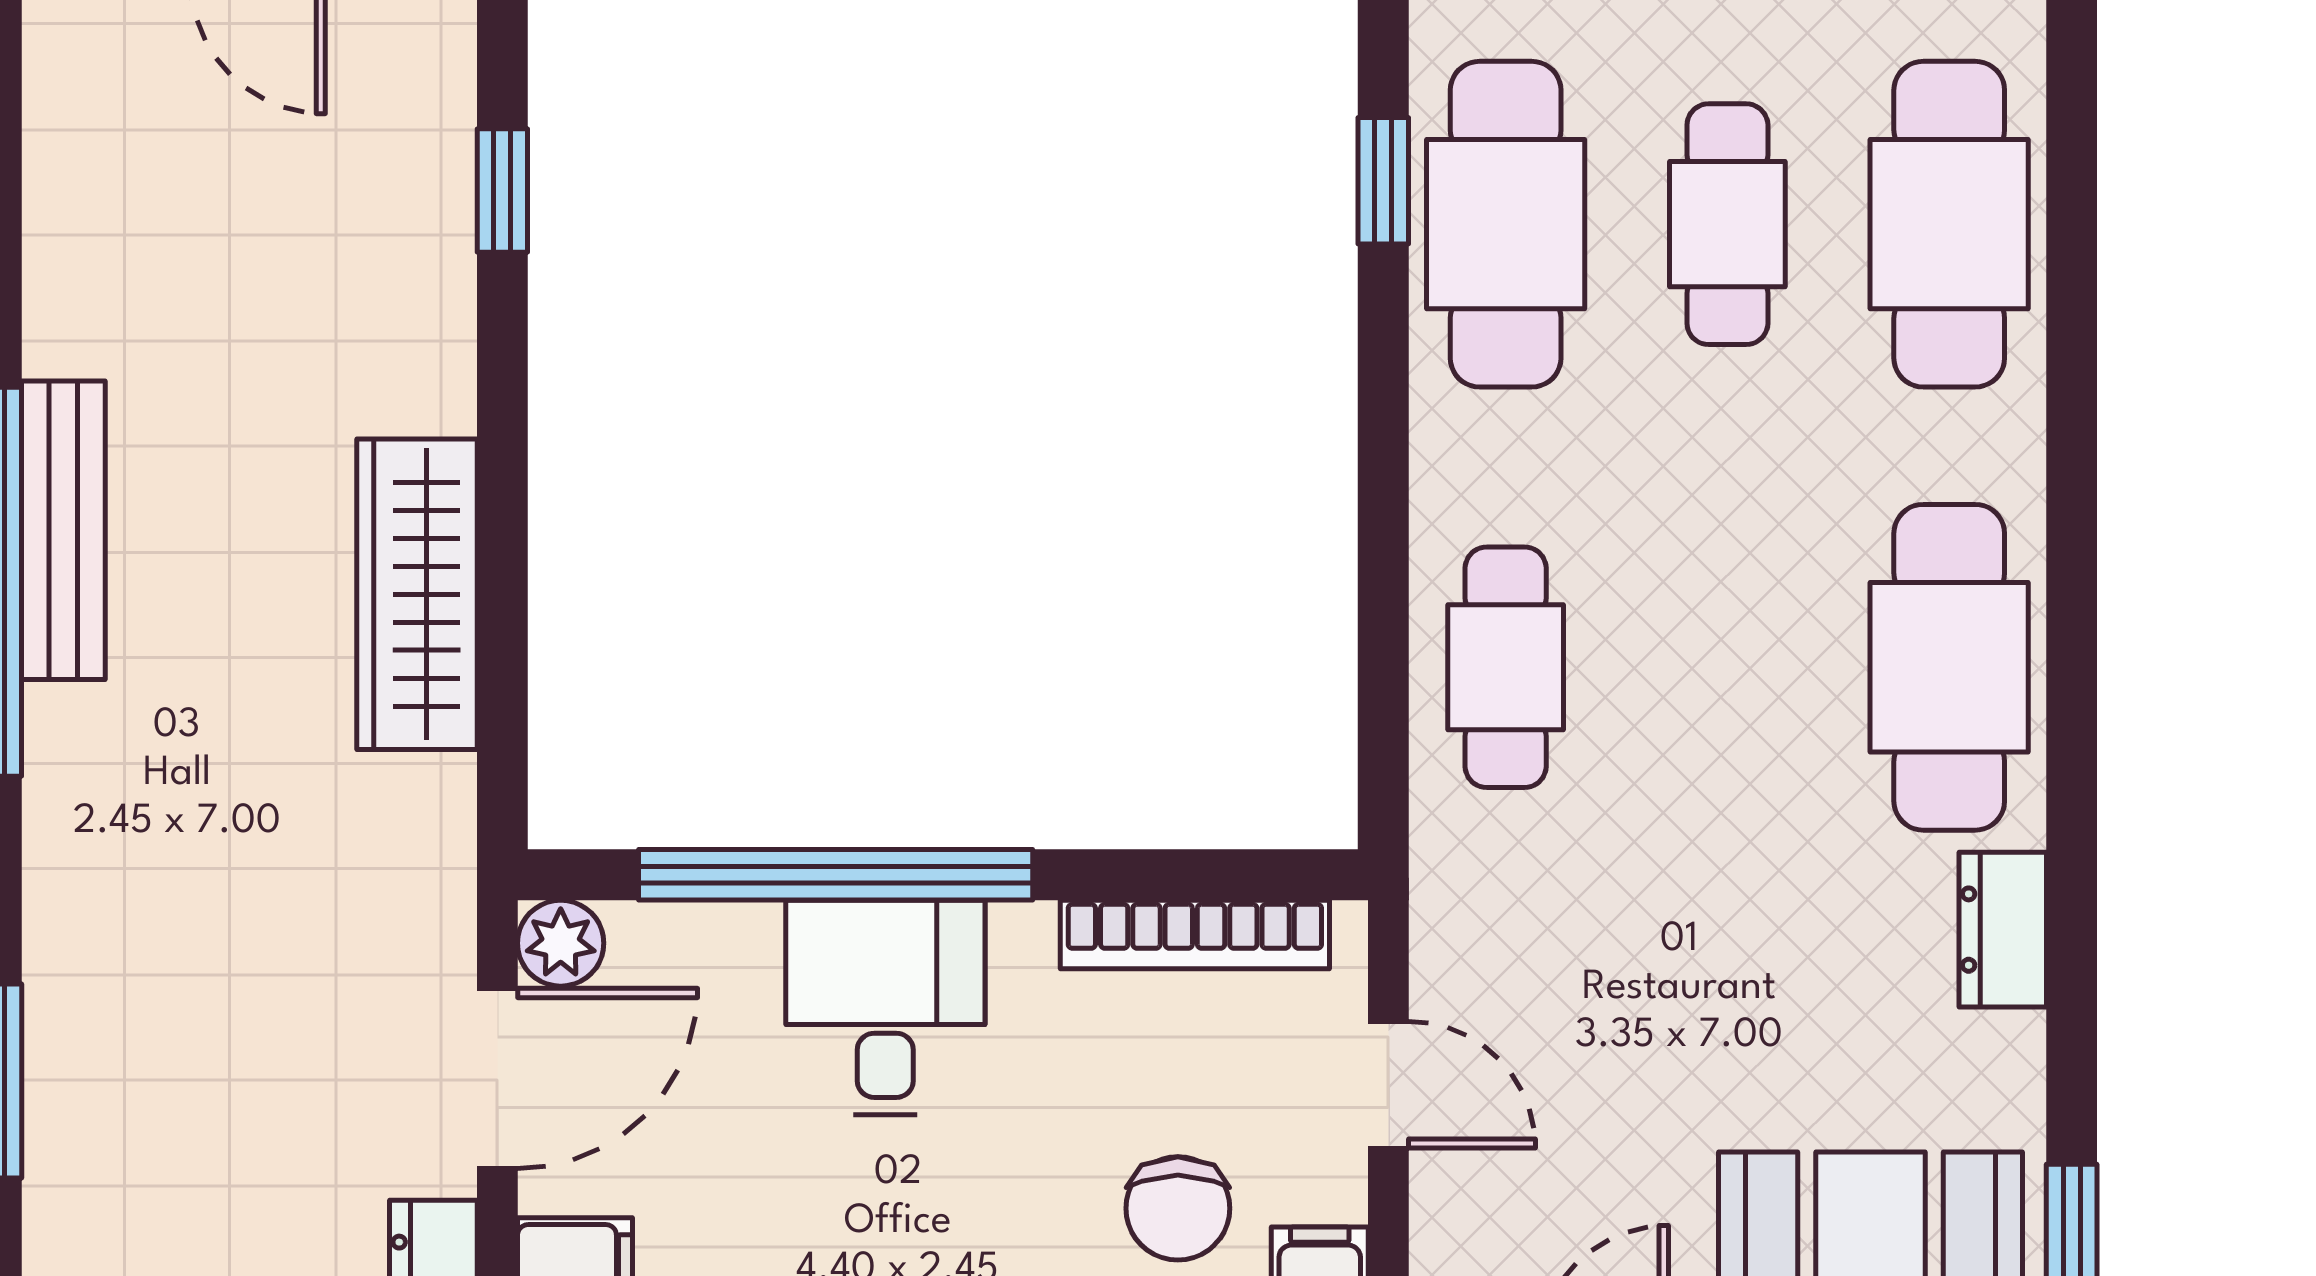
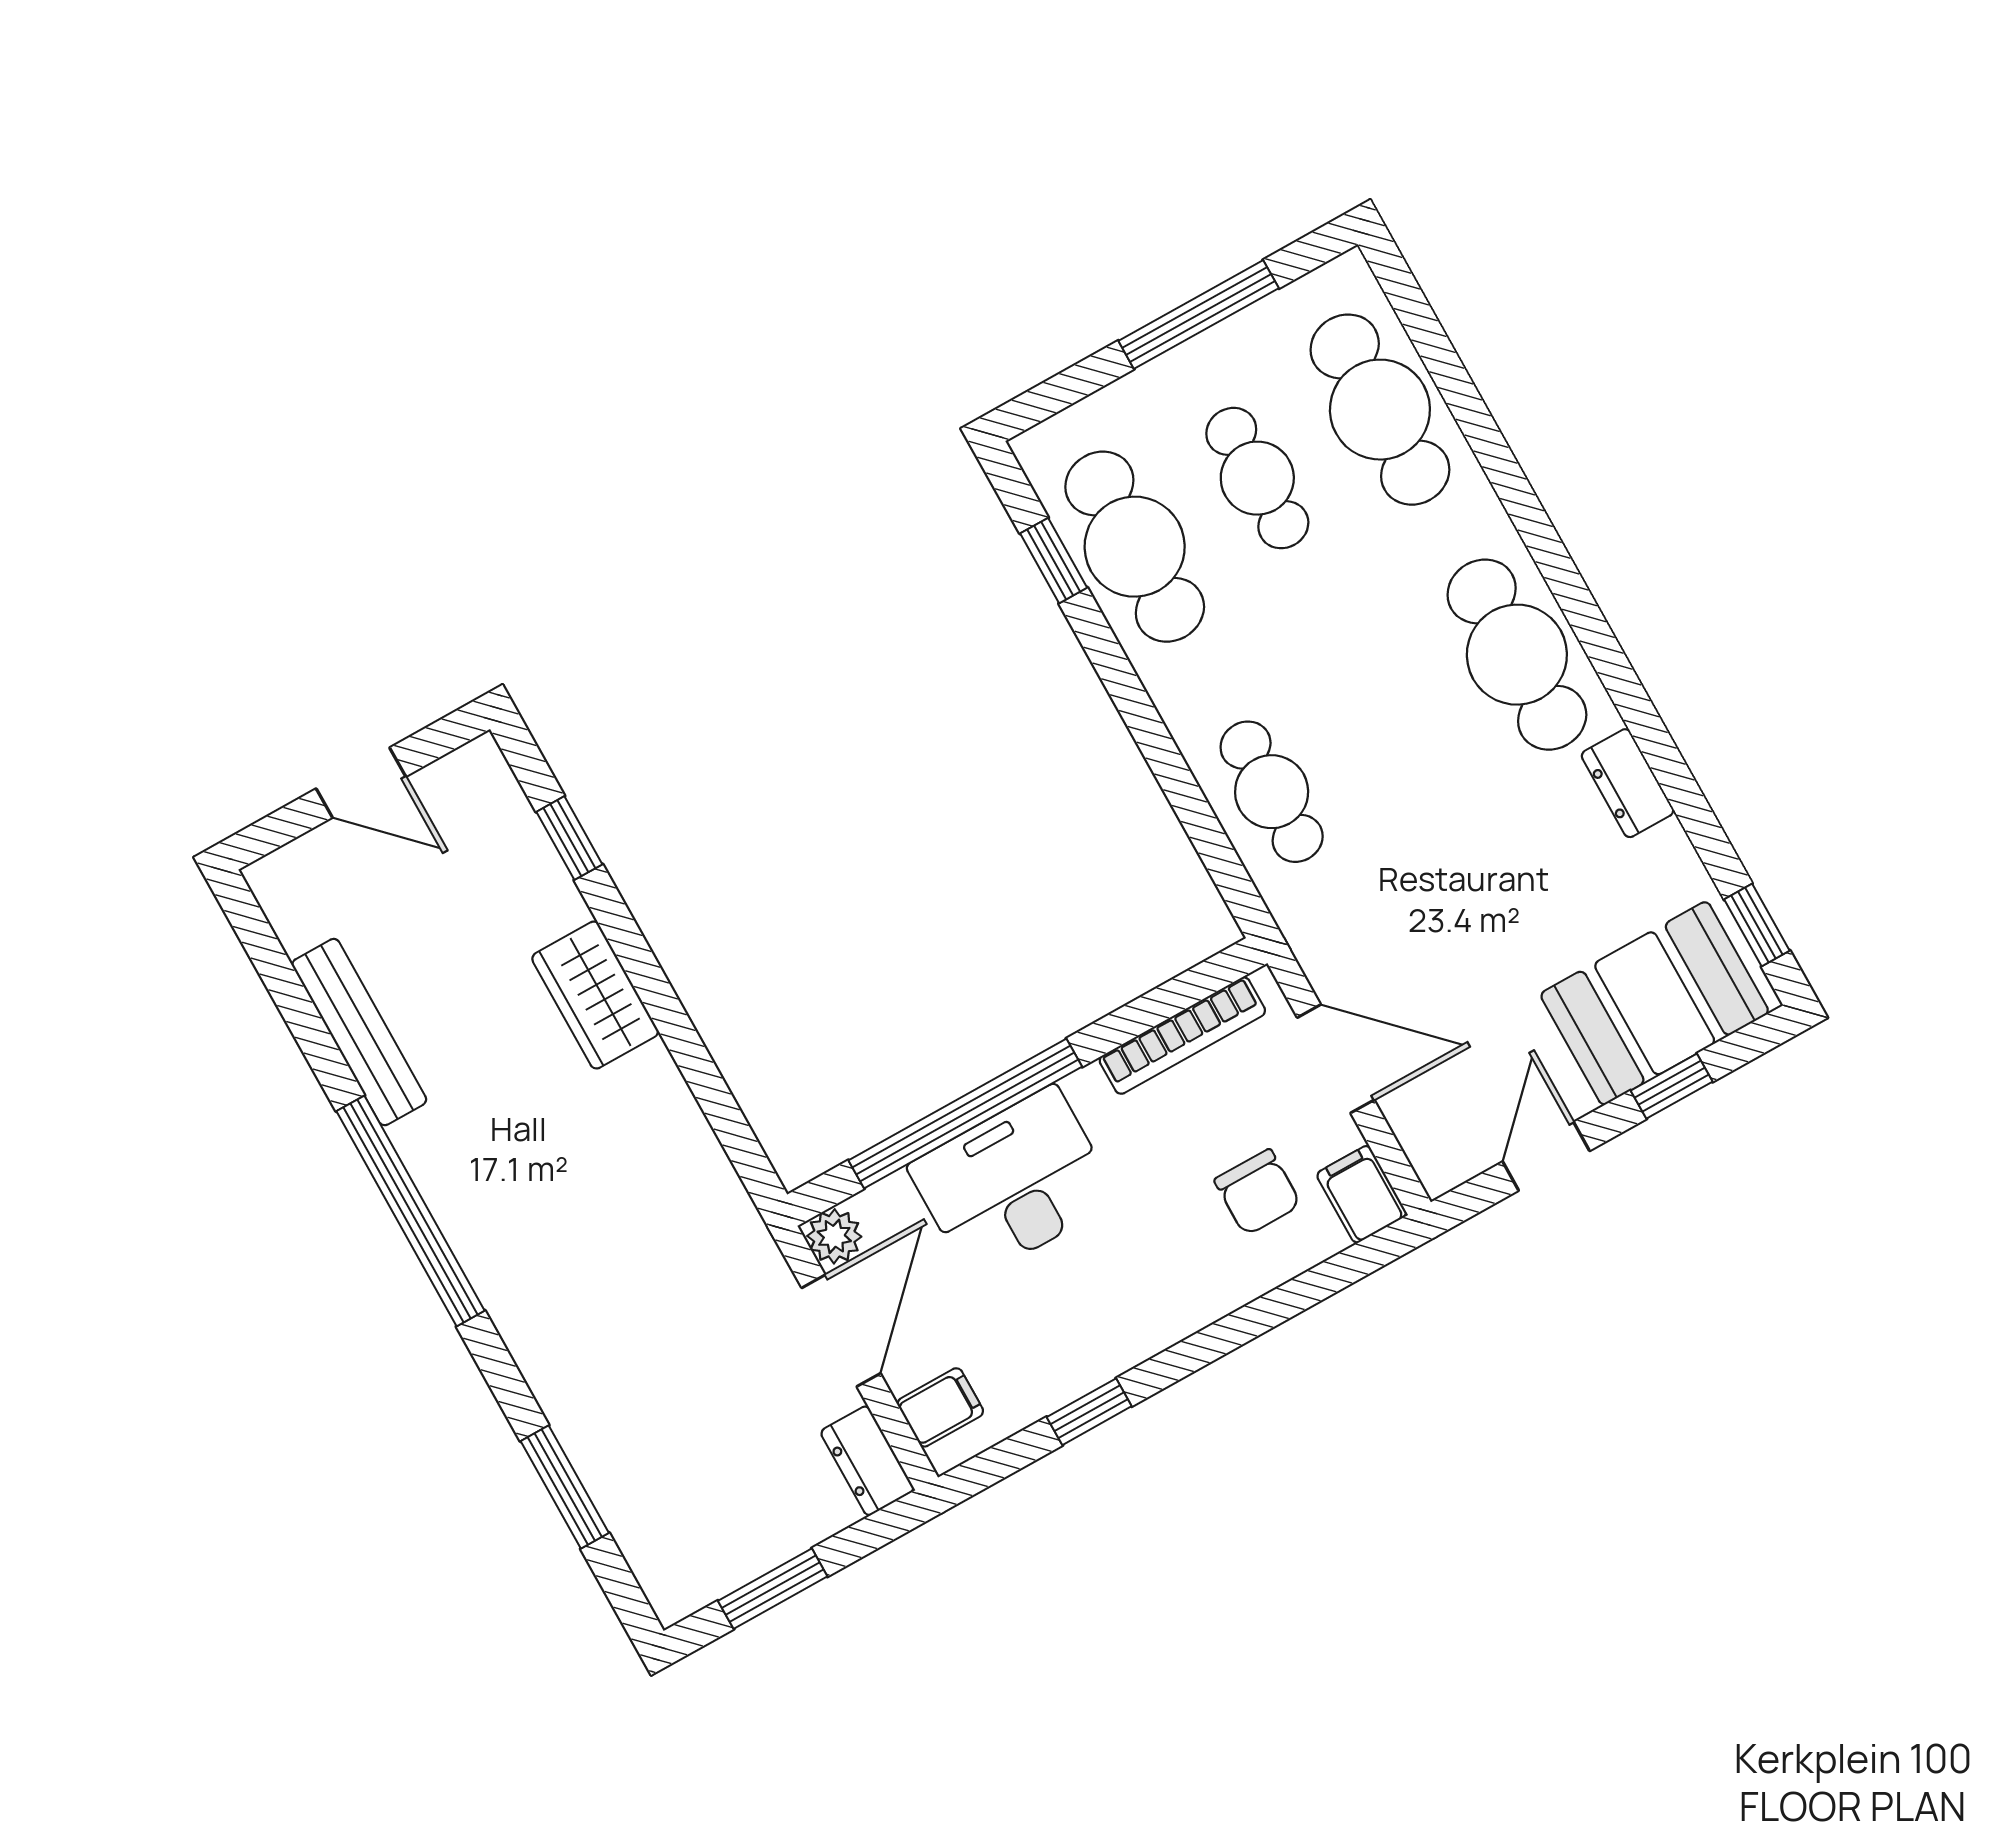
bench: (63, 530) -> (359, 1032), moved
wardrobe: (417, 594) -> (595, 995), moved, width x0.67
desk: (885, 1007) -> (1013, 1183), width x1.37
door: (1388, 1085) -> (1336, 1059), width x1.38

